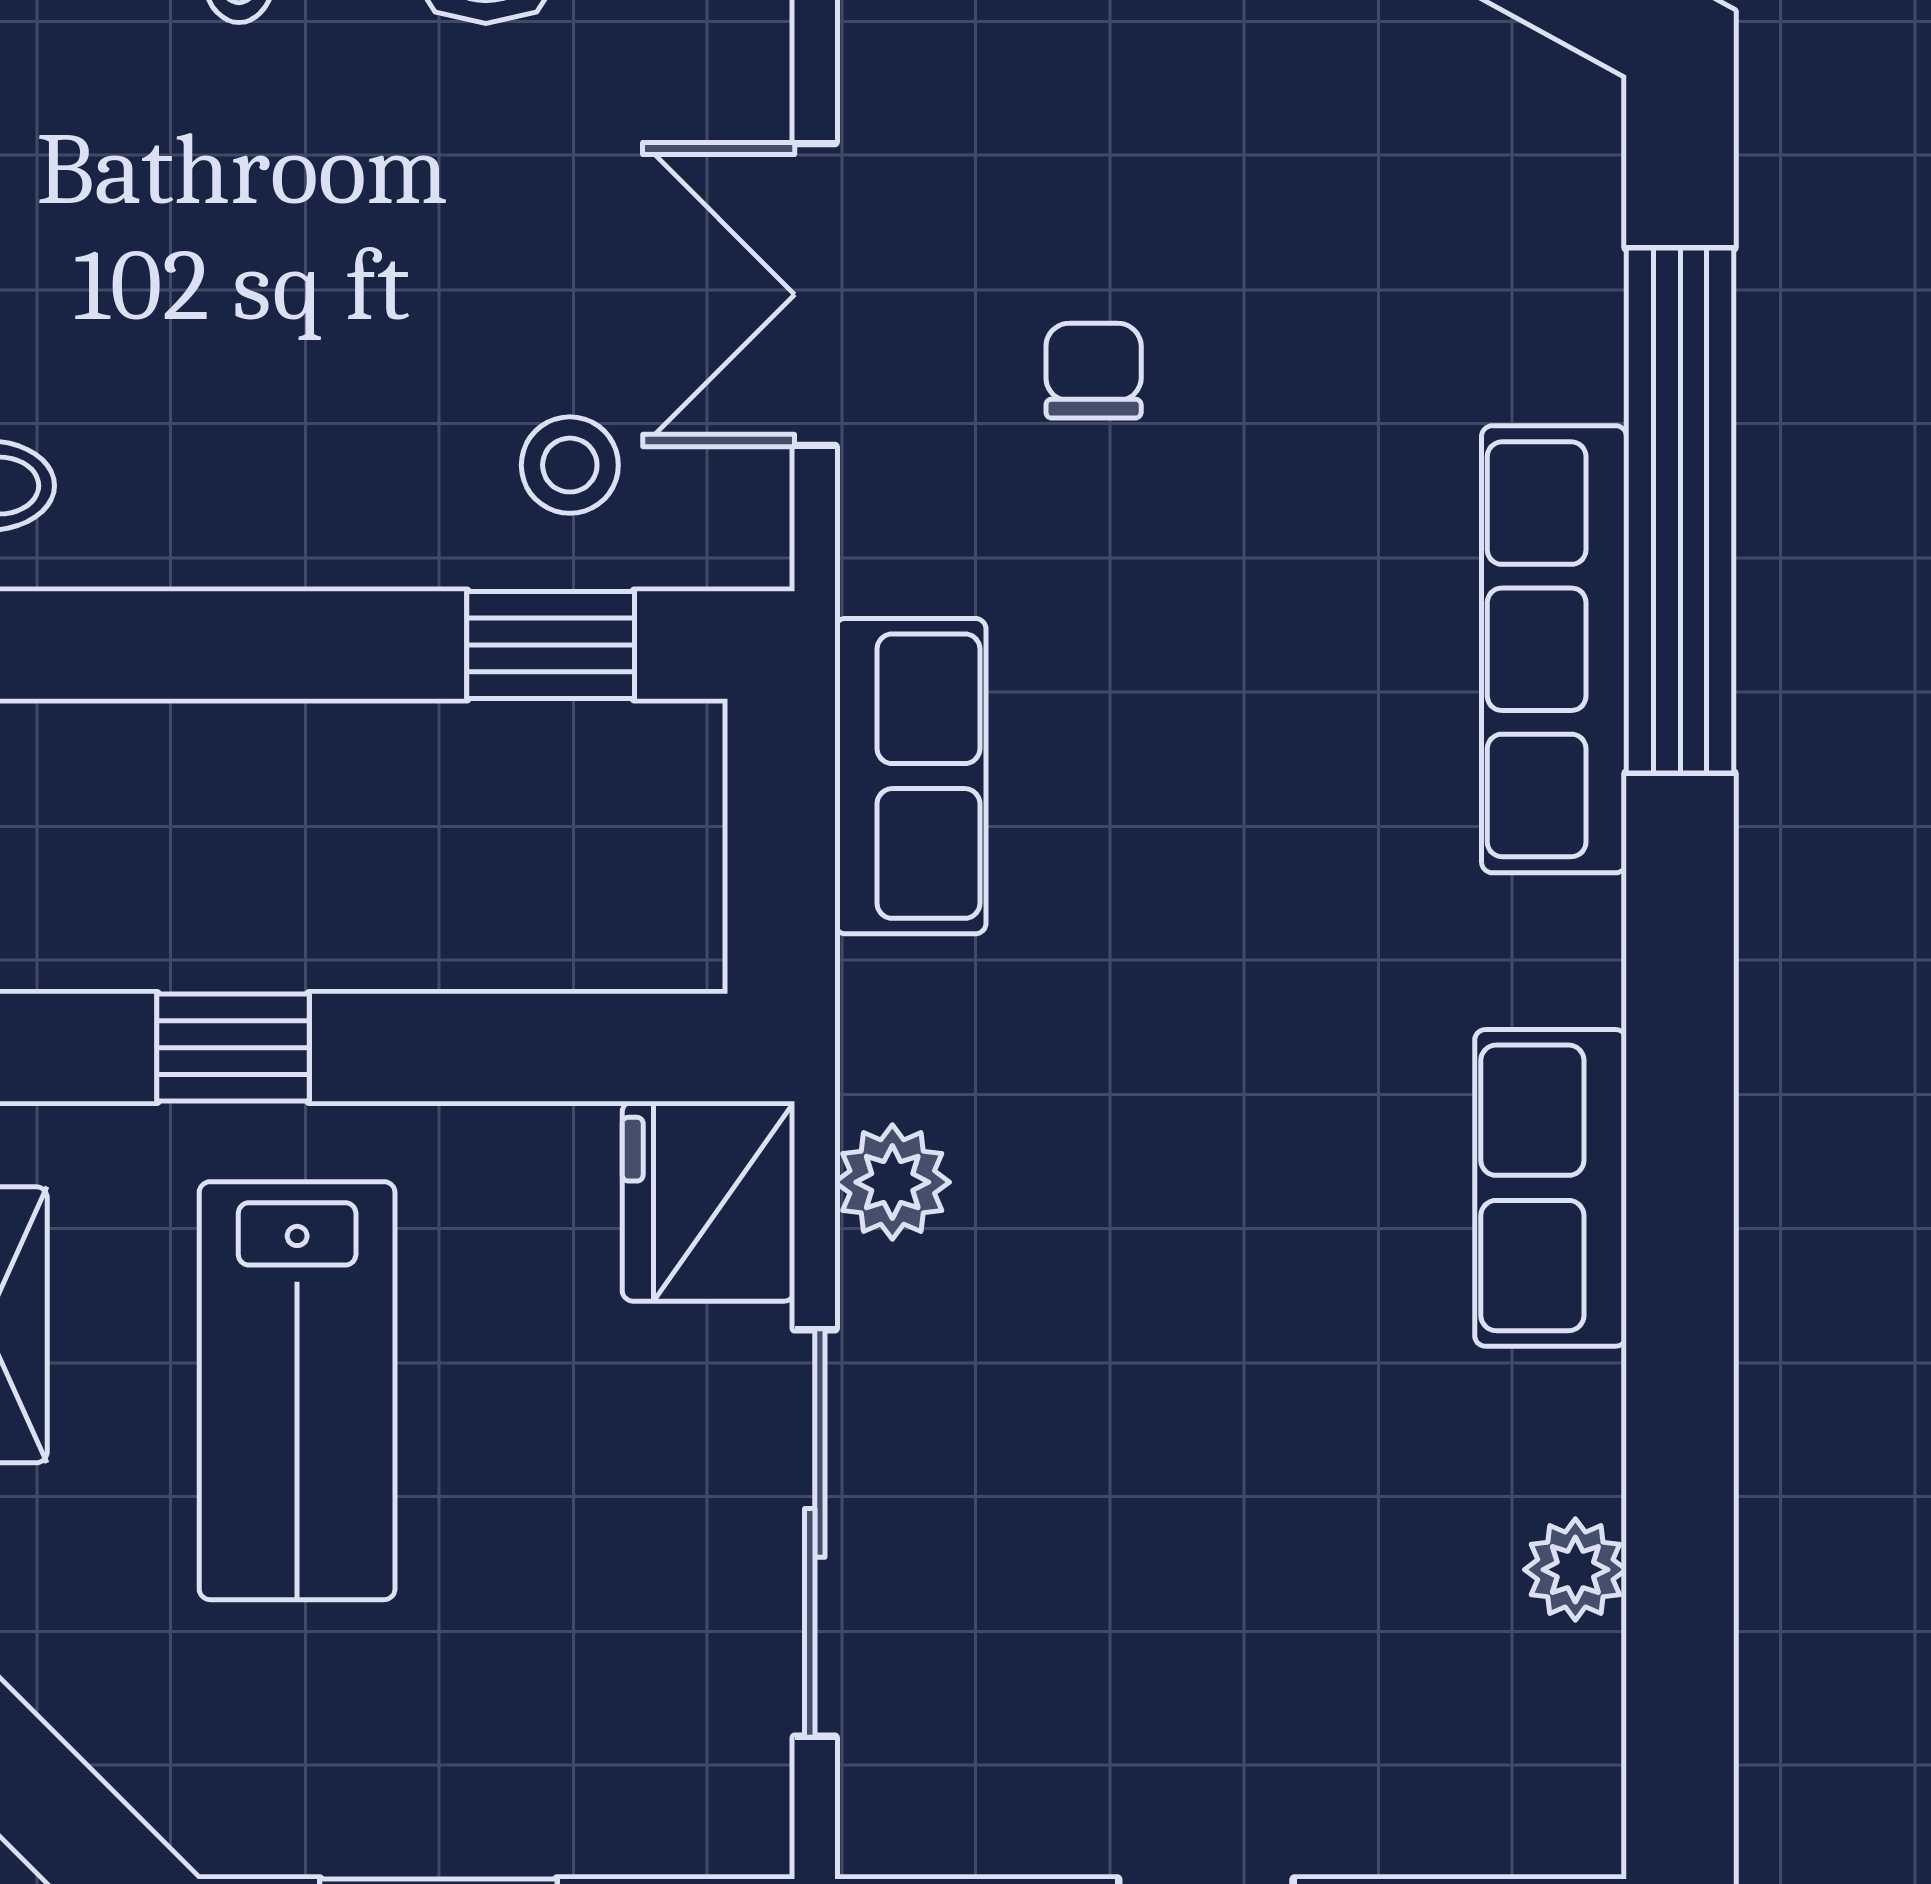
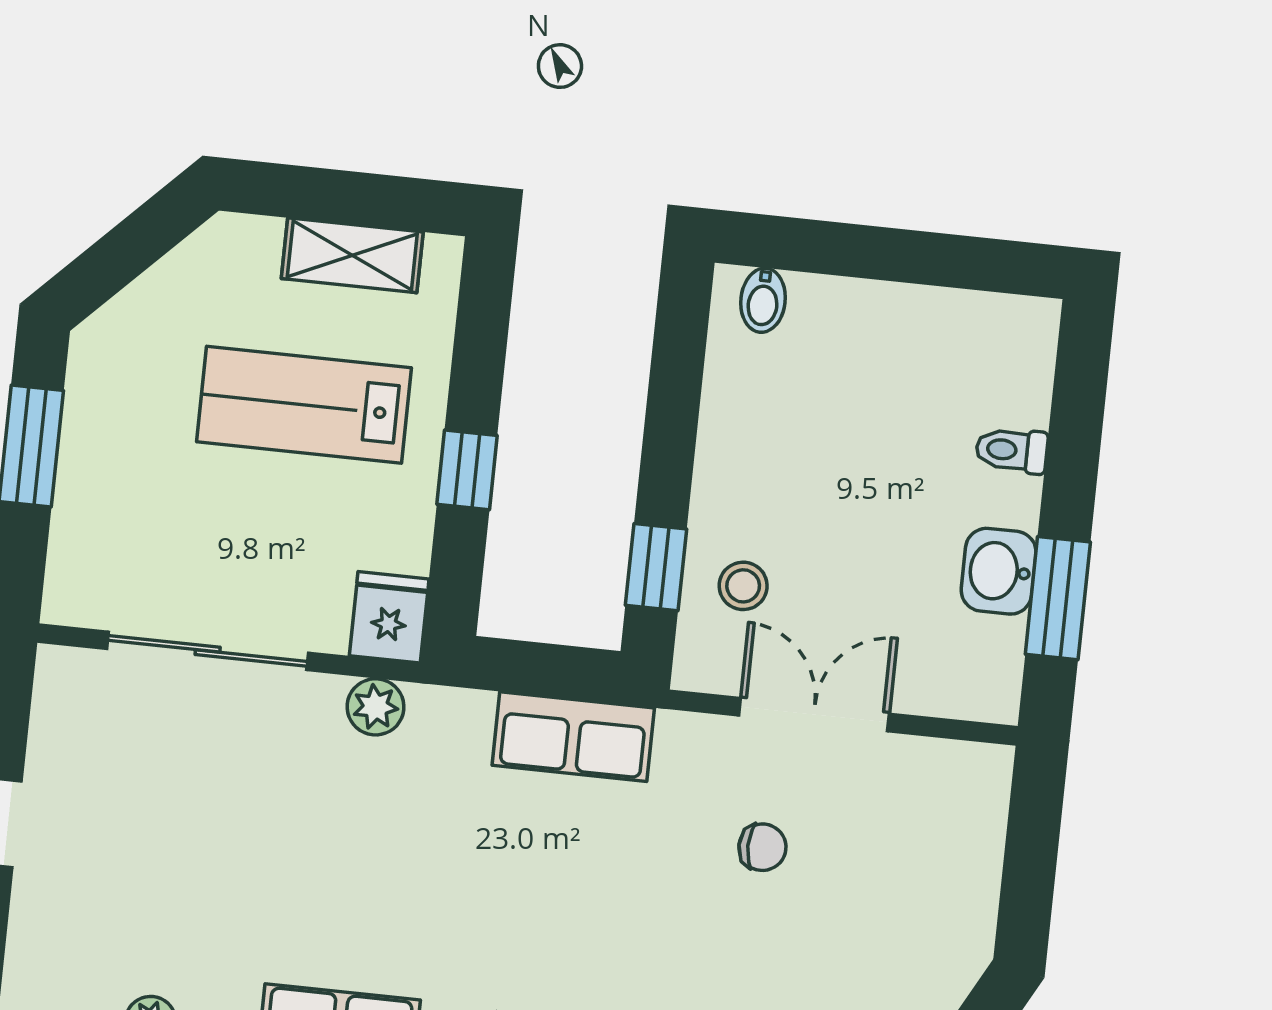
window: (233, 1048) -> (467, 470), moved
fridge: (709, 1201) -> (389, 617), width x0.72

